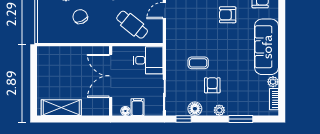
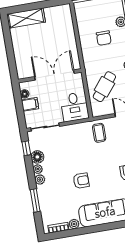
chair: (80, 17) -> (104, 38), turned 114
coffee table: (198, 63) -> (99, 133), moved
armchair: (212, 85) -> (81, 181), moved
shelving: (61, 108) -> (26, 18), moved, turned 90
plant: (208, 111) -> (38, 169), added

